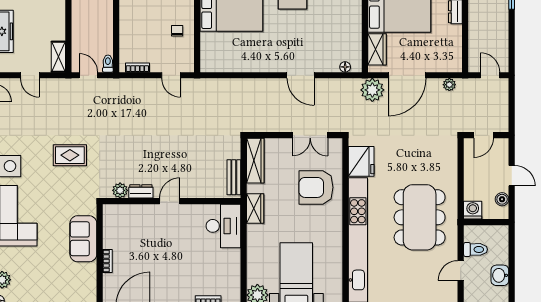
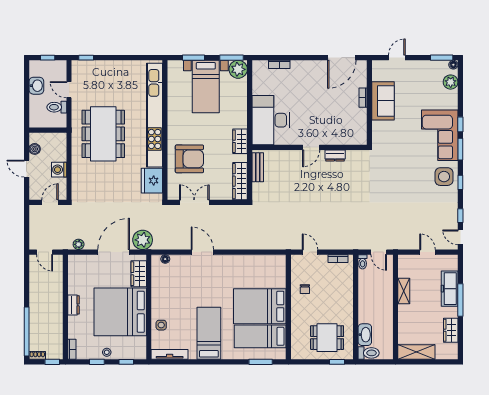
shelving: (58, 57) -> (404, 291), moved
rug: (70, 155) -> (394, 186), removed
plant: (120, 190) -> (352, 156), removed
washing machine: (473, 210) -> (59, 170), moved, turned 90
desk: (223, 226) -> (271, 120), width x1.36, depth x1.30
sofa: (83, 239) -> (383, 101), moved
door: (461, 271) -> (69, 90), swing flipped

